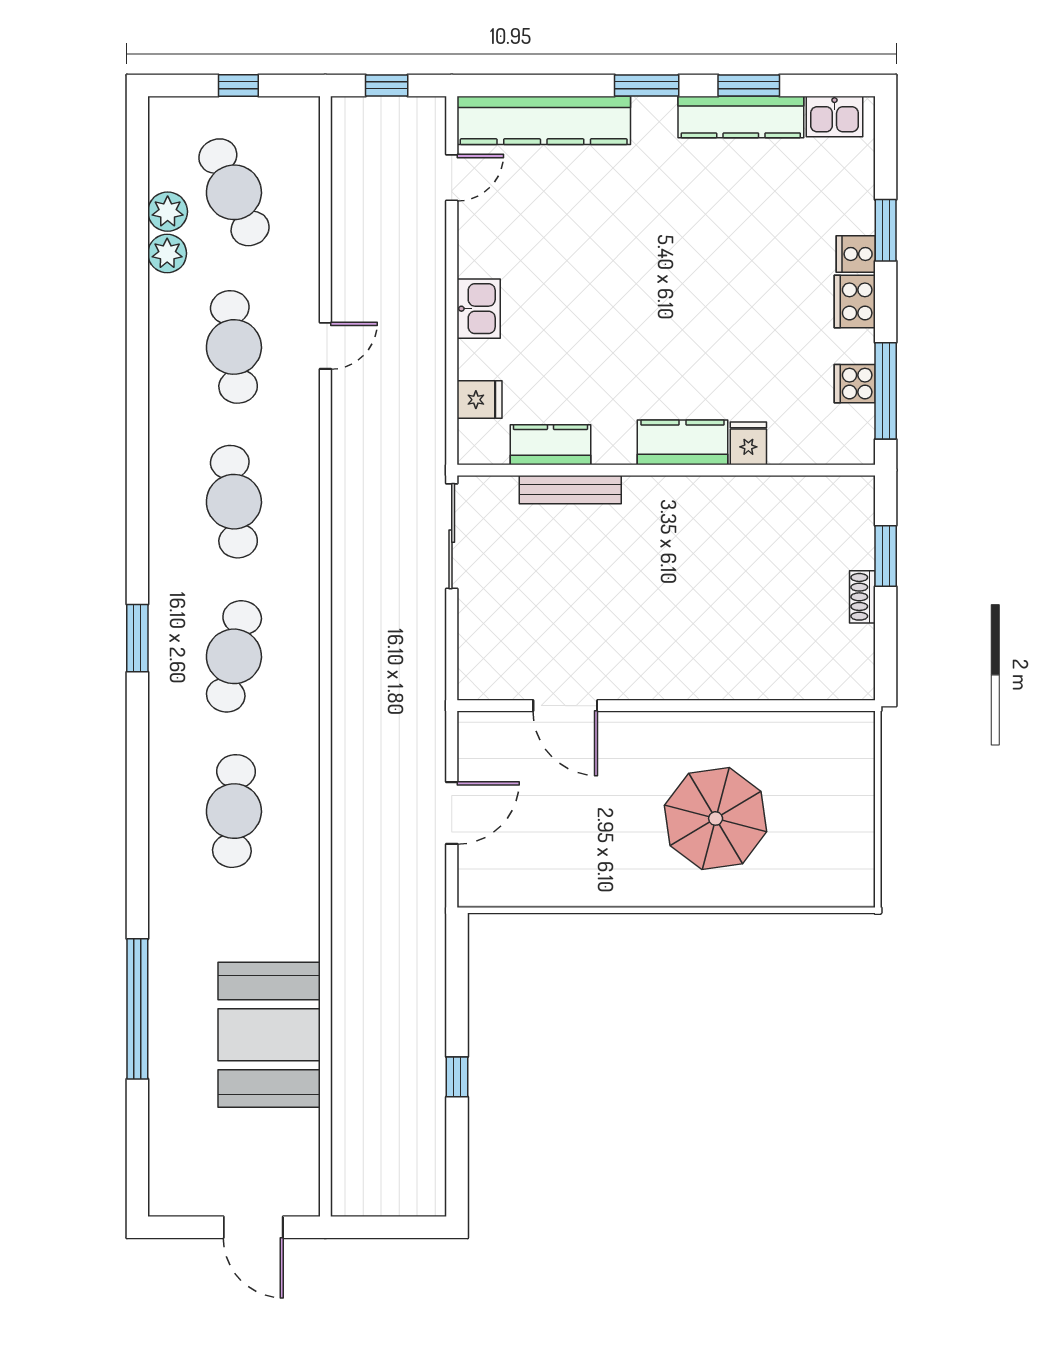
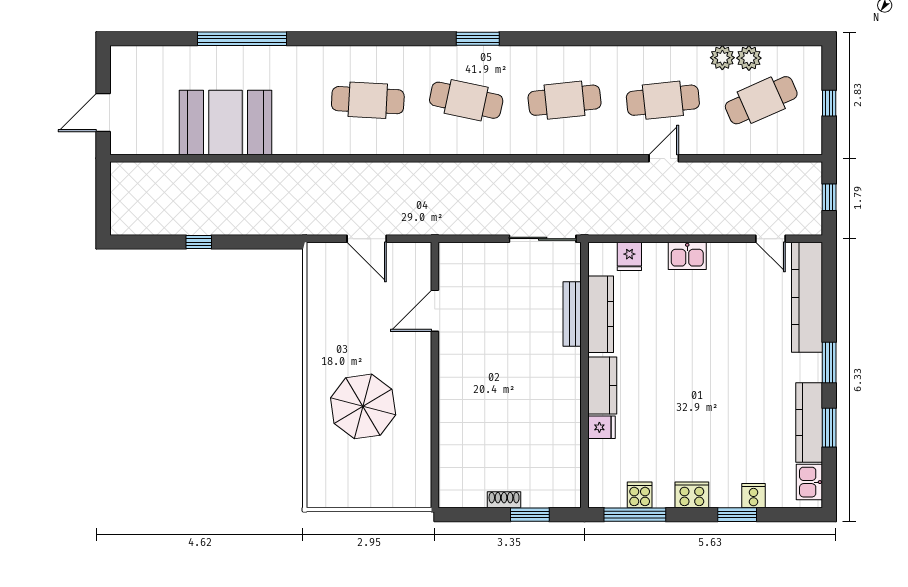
cooker: (856, 254) -> (753, 496), moved
door: (325, 346) -> (664, 158), swing flipped
kitchen counter: (550, 445) -> (601, 314), width x1.50

